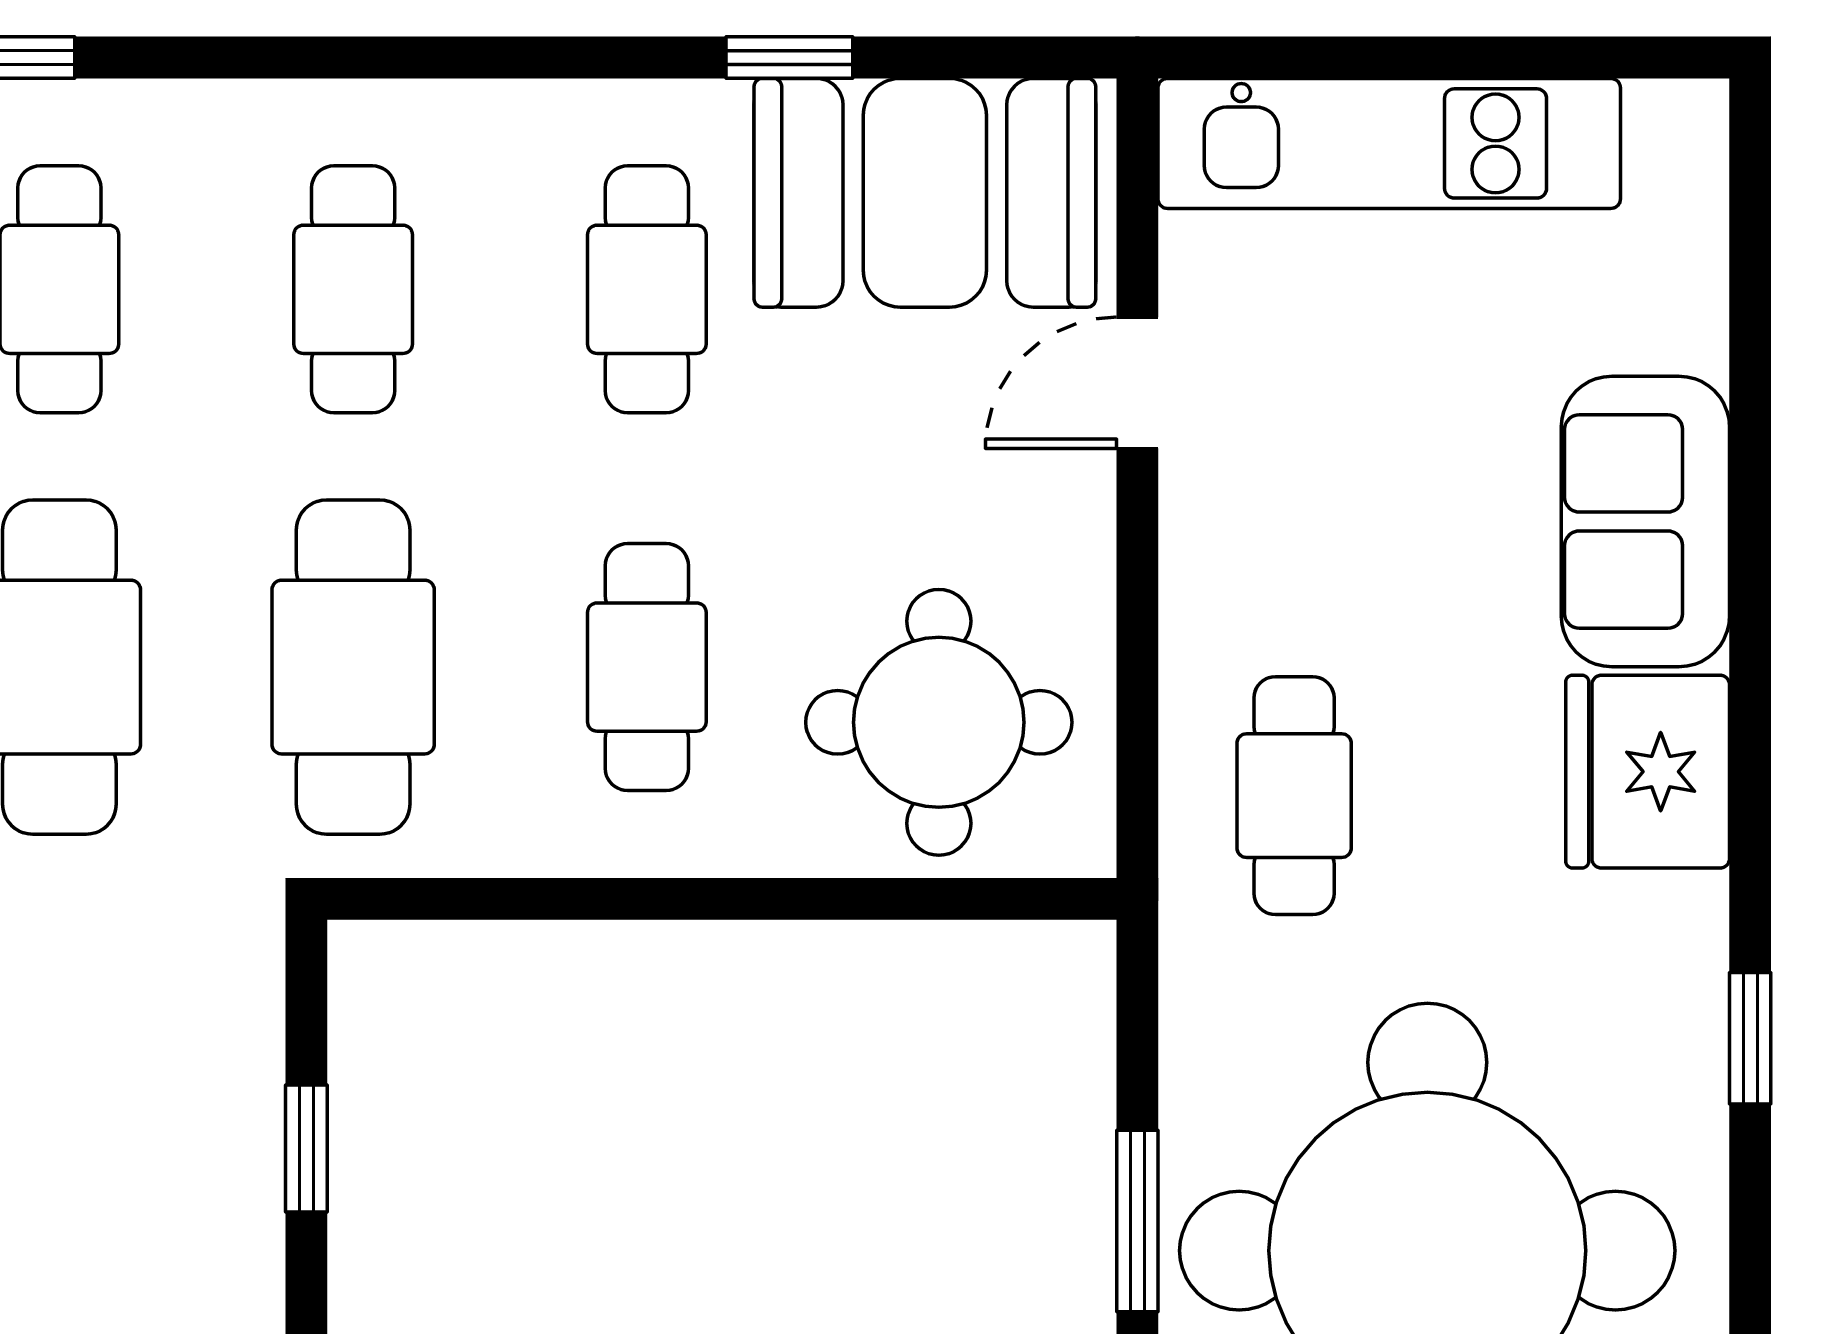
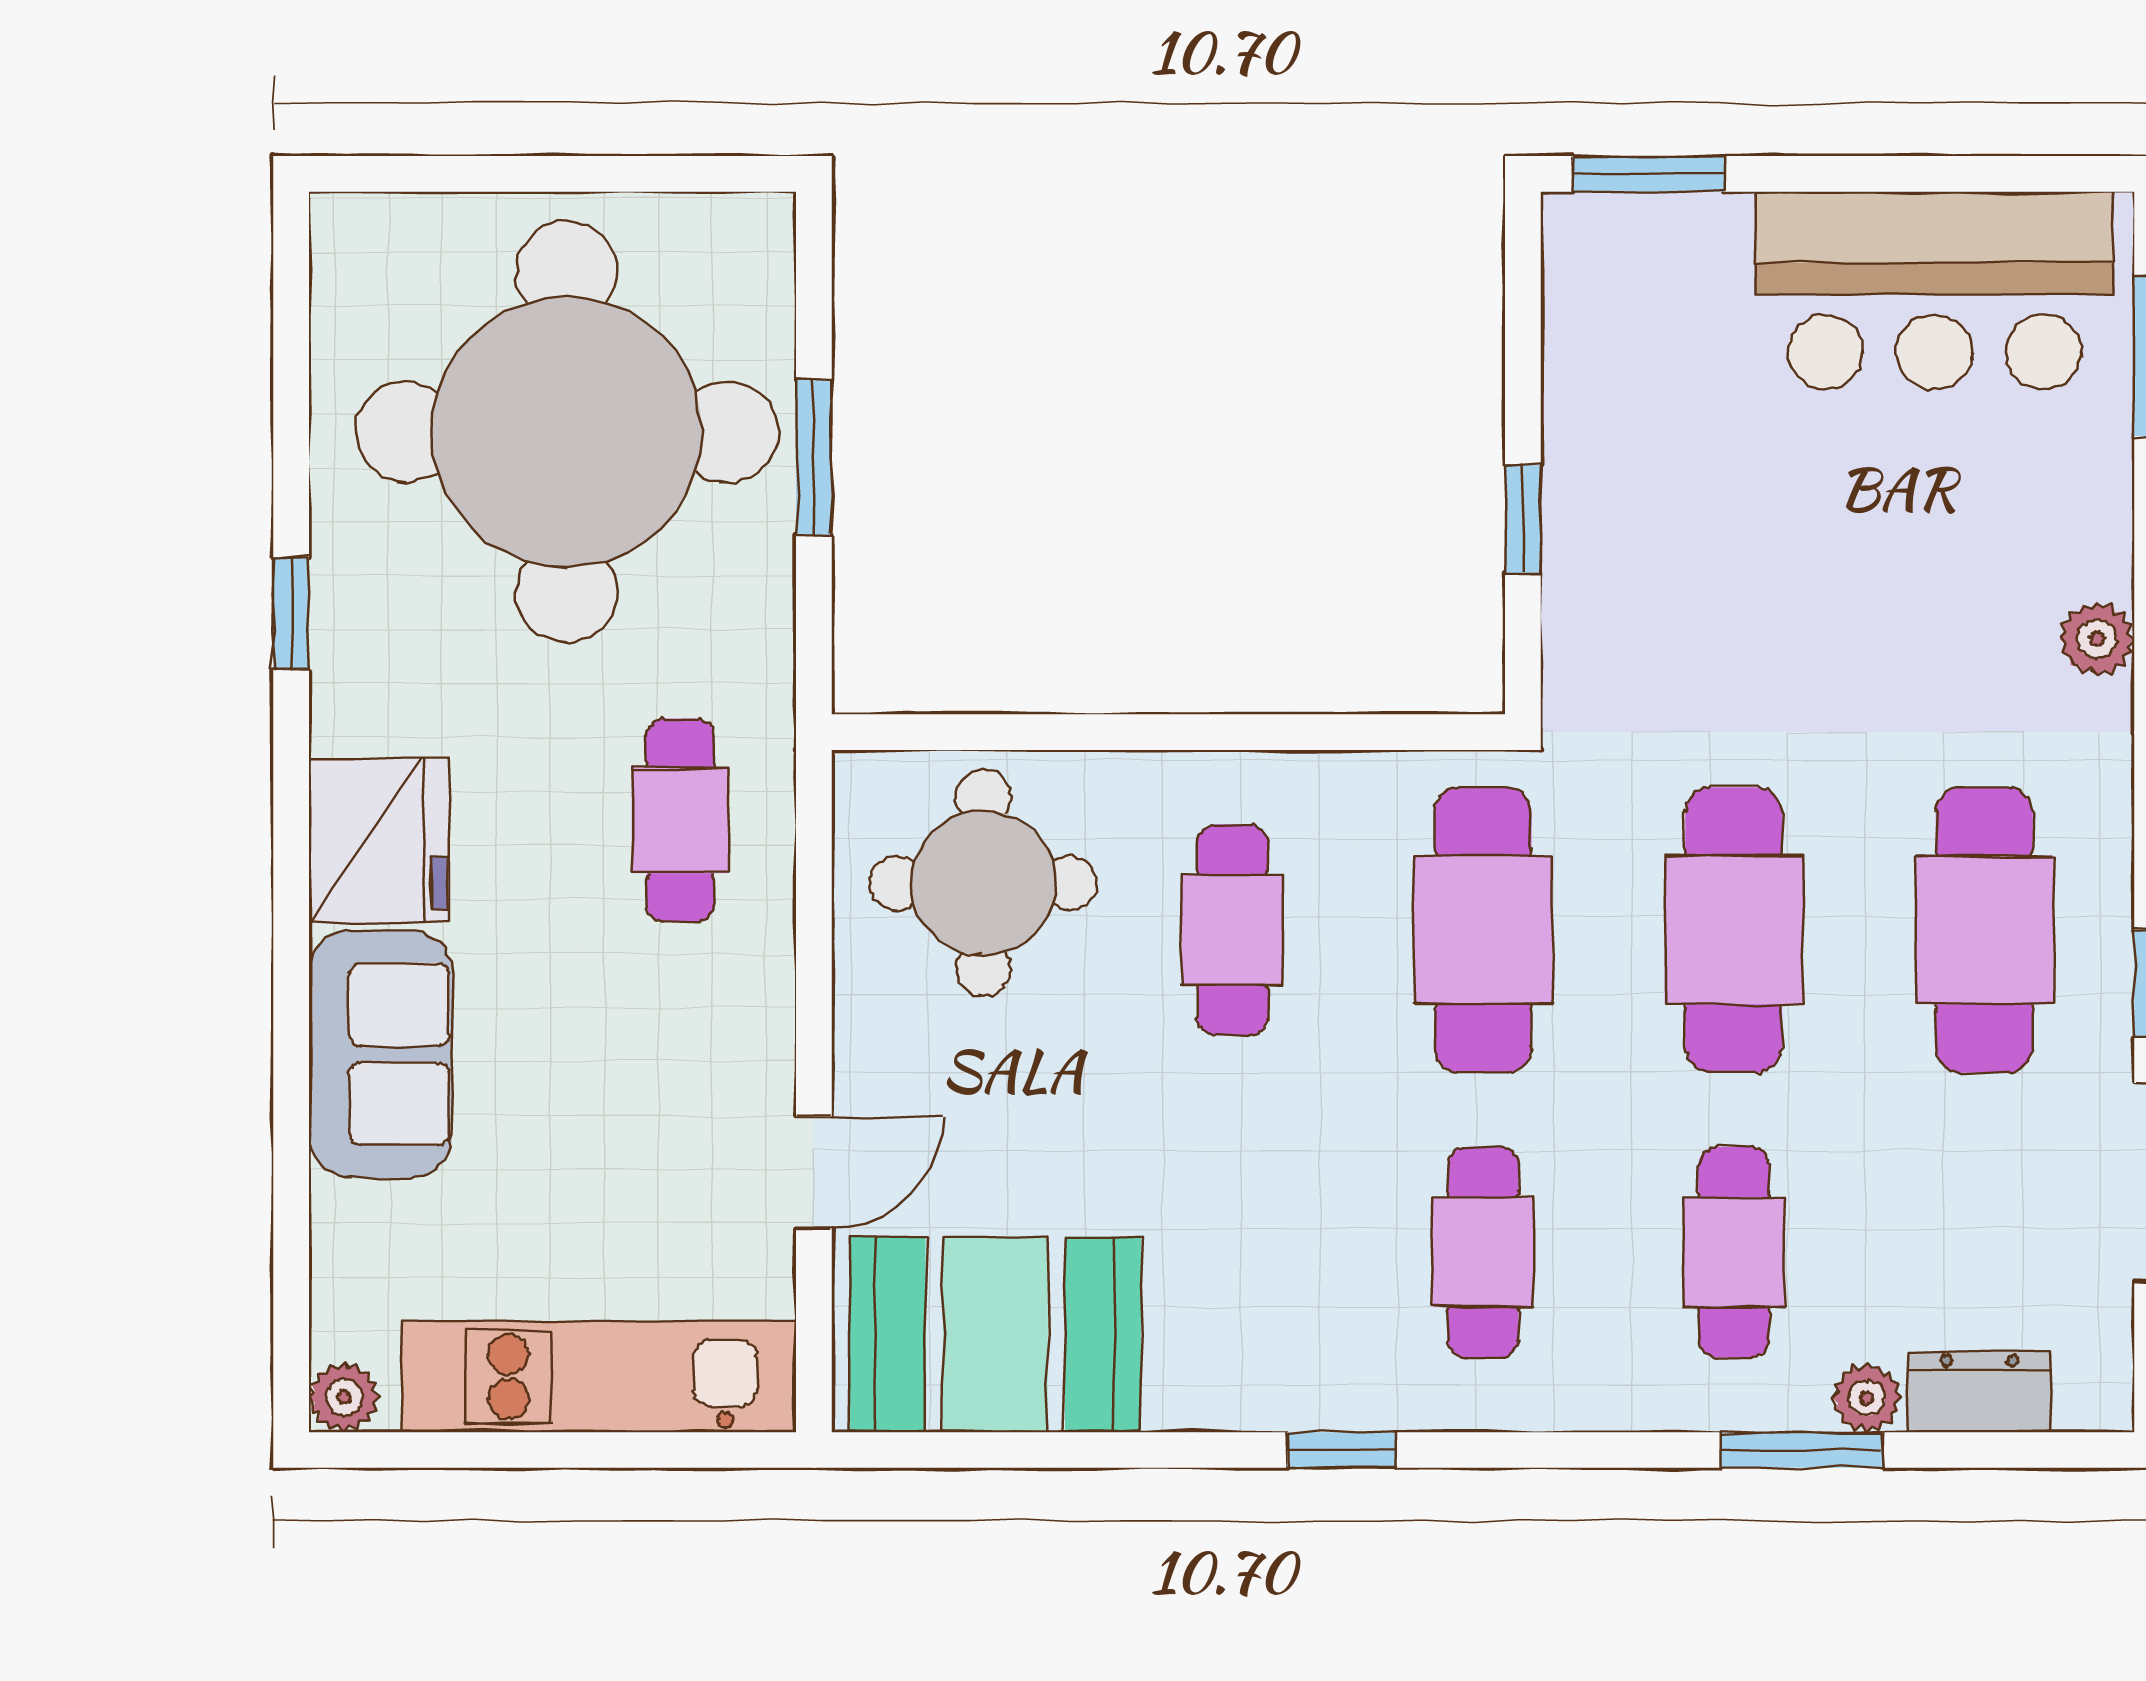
window: (789, 58) -> (1341, 1450), moved
plant: (1688, 119) -> (344, 1397), added
cafe table: (647, 289) -> (1232, 1252), removed

